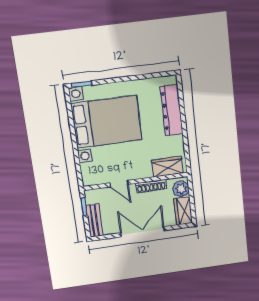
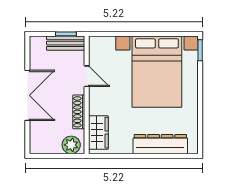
door: (119, 184) -> (87, 76), swing flipped
wardrobe: (183, 211) -> (45, 145), removed
bench: (94, 221) -> (66, 43), moved

